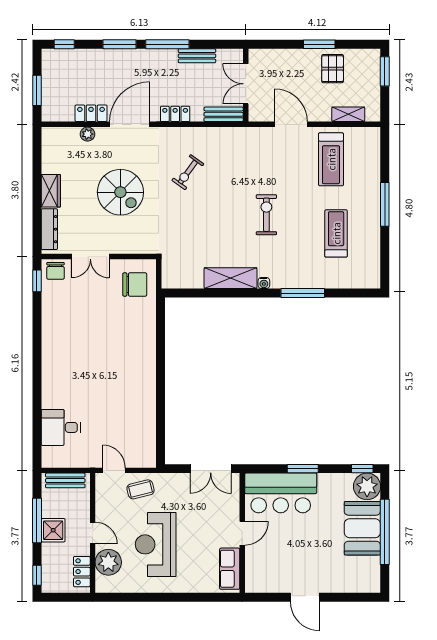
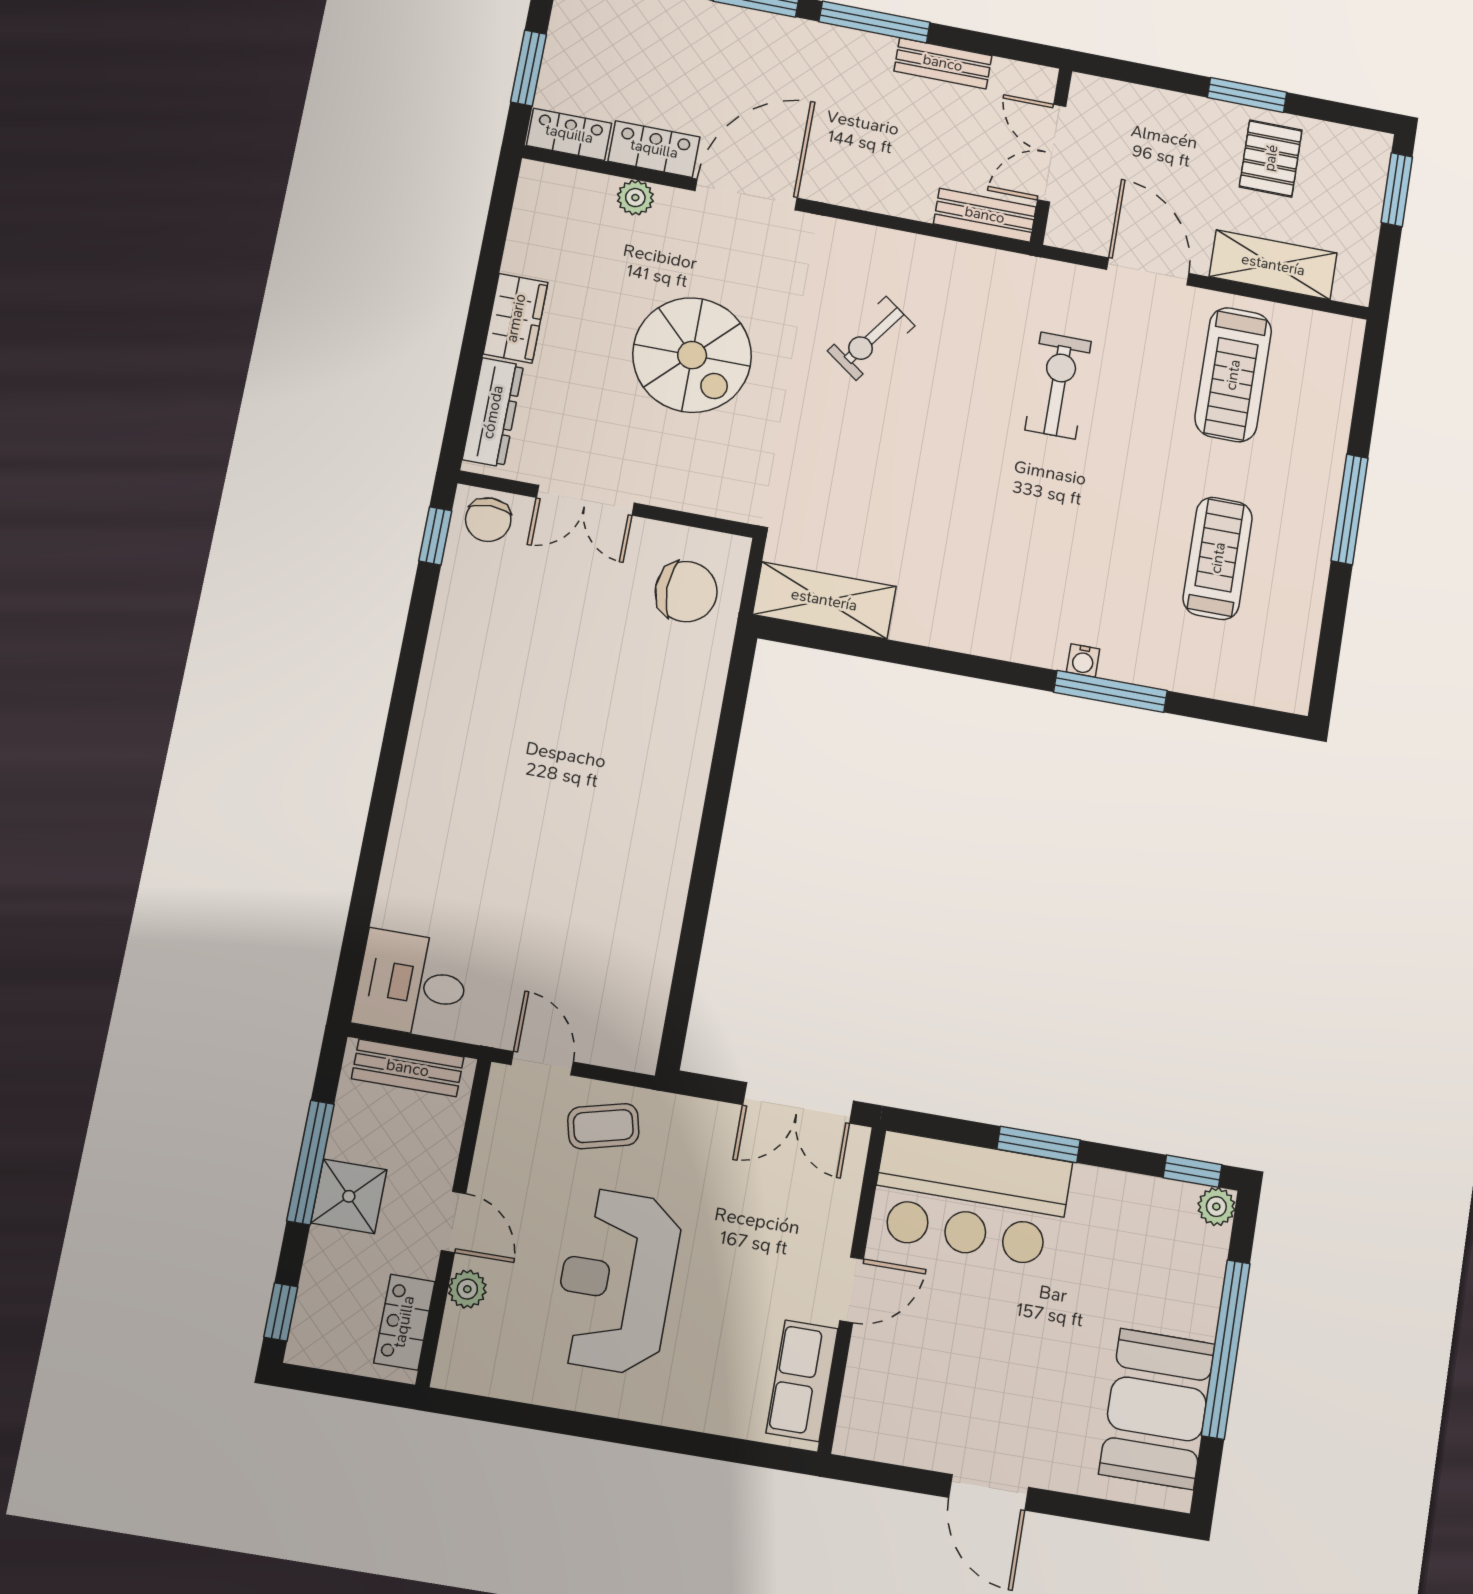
locker: (175, 114) -> (569, 134), moved
shelving: (348, 114) -> (1273, 265), width x1.50, depth x1.33
exercise bike: (266, 215) -> (1058, 386), moved
shelving: (231, 278) -> (824, 600), moved
water cooler: (264, 283) -> (1083, 660), moved
desk: (61, 427) -> (412, 984), moved
plant: (367, 486) -> (1216, 1207), width x0.53, depth x0.53
booth: (362, 528) -> (1157, 1409), moved
plant: (108, 562) -> (467, 1289), width x0.53, depth x0.53

